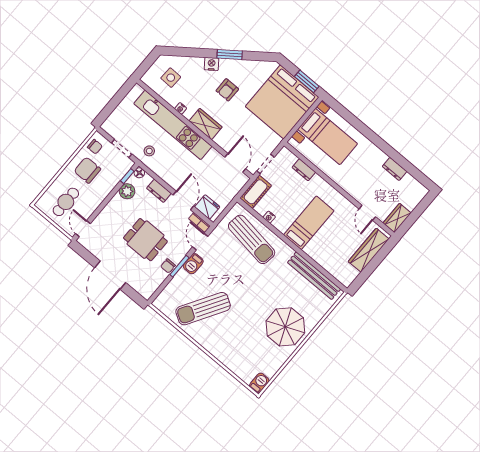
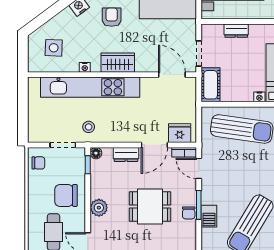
armchair: (227, 90) -> (112, 17), turned 180
chair: (87, 170) -> (66, 195), moved
plant: (127, 191) -> (99, 208), moved
door: (183, 201) -> (154, 145), swing flipped
nightstand: (269, 217) -> (259, 97), moved
barbecue: (193, 264) -> (209, 216), moved

